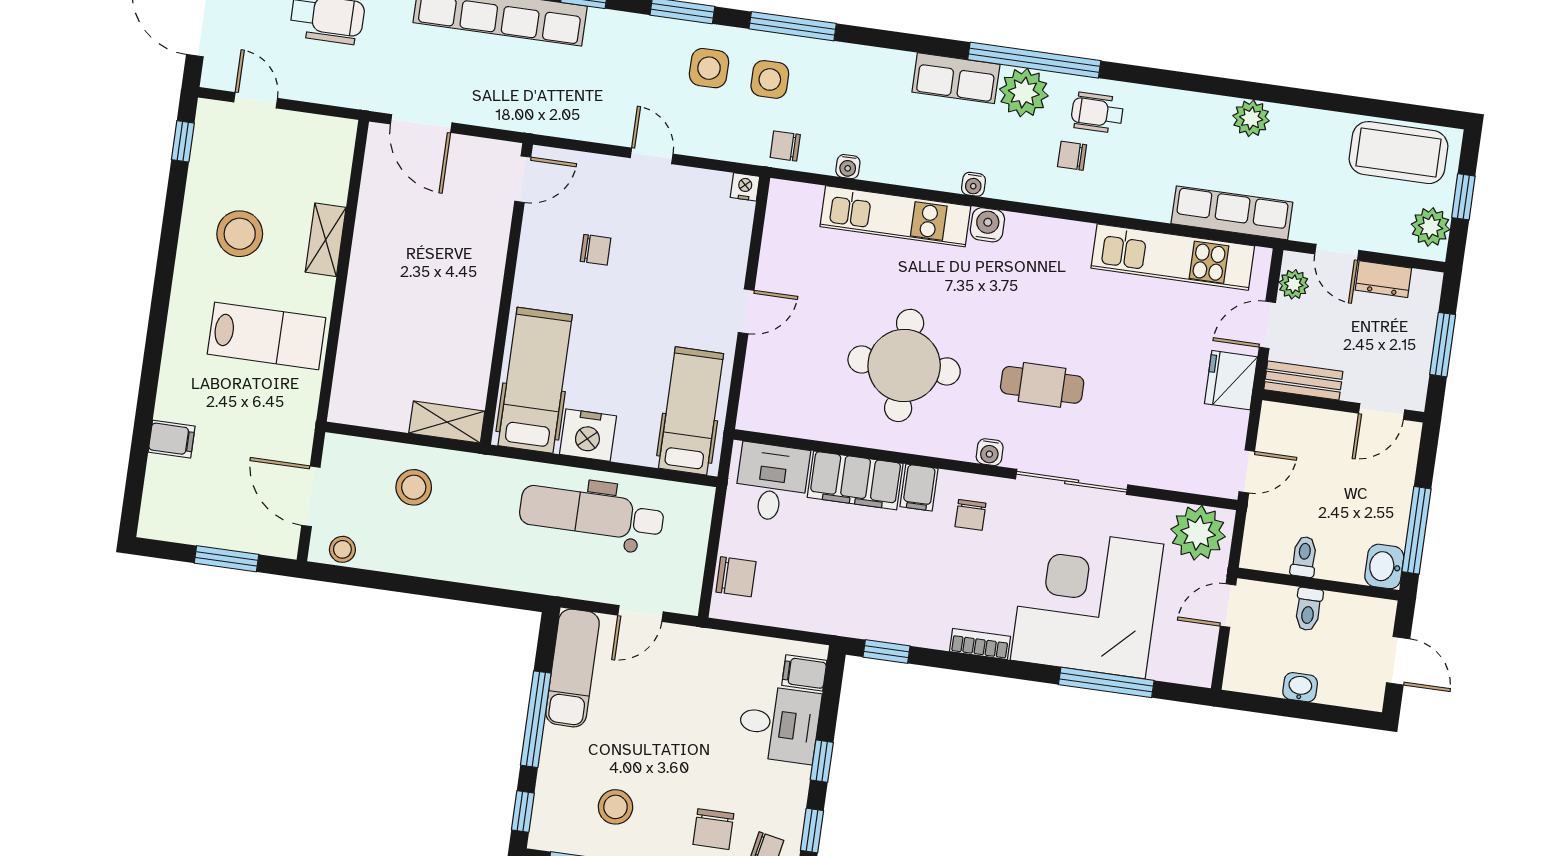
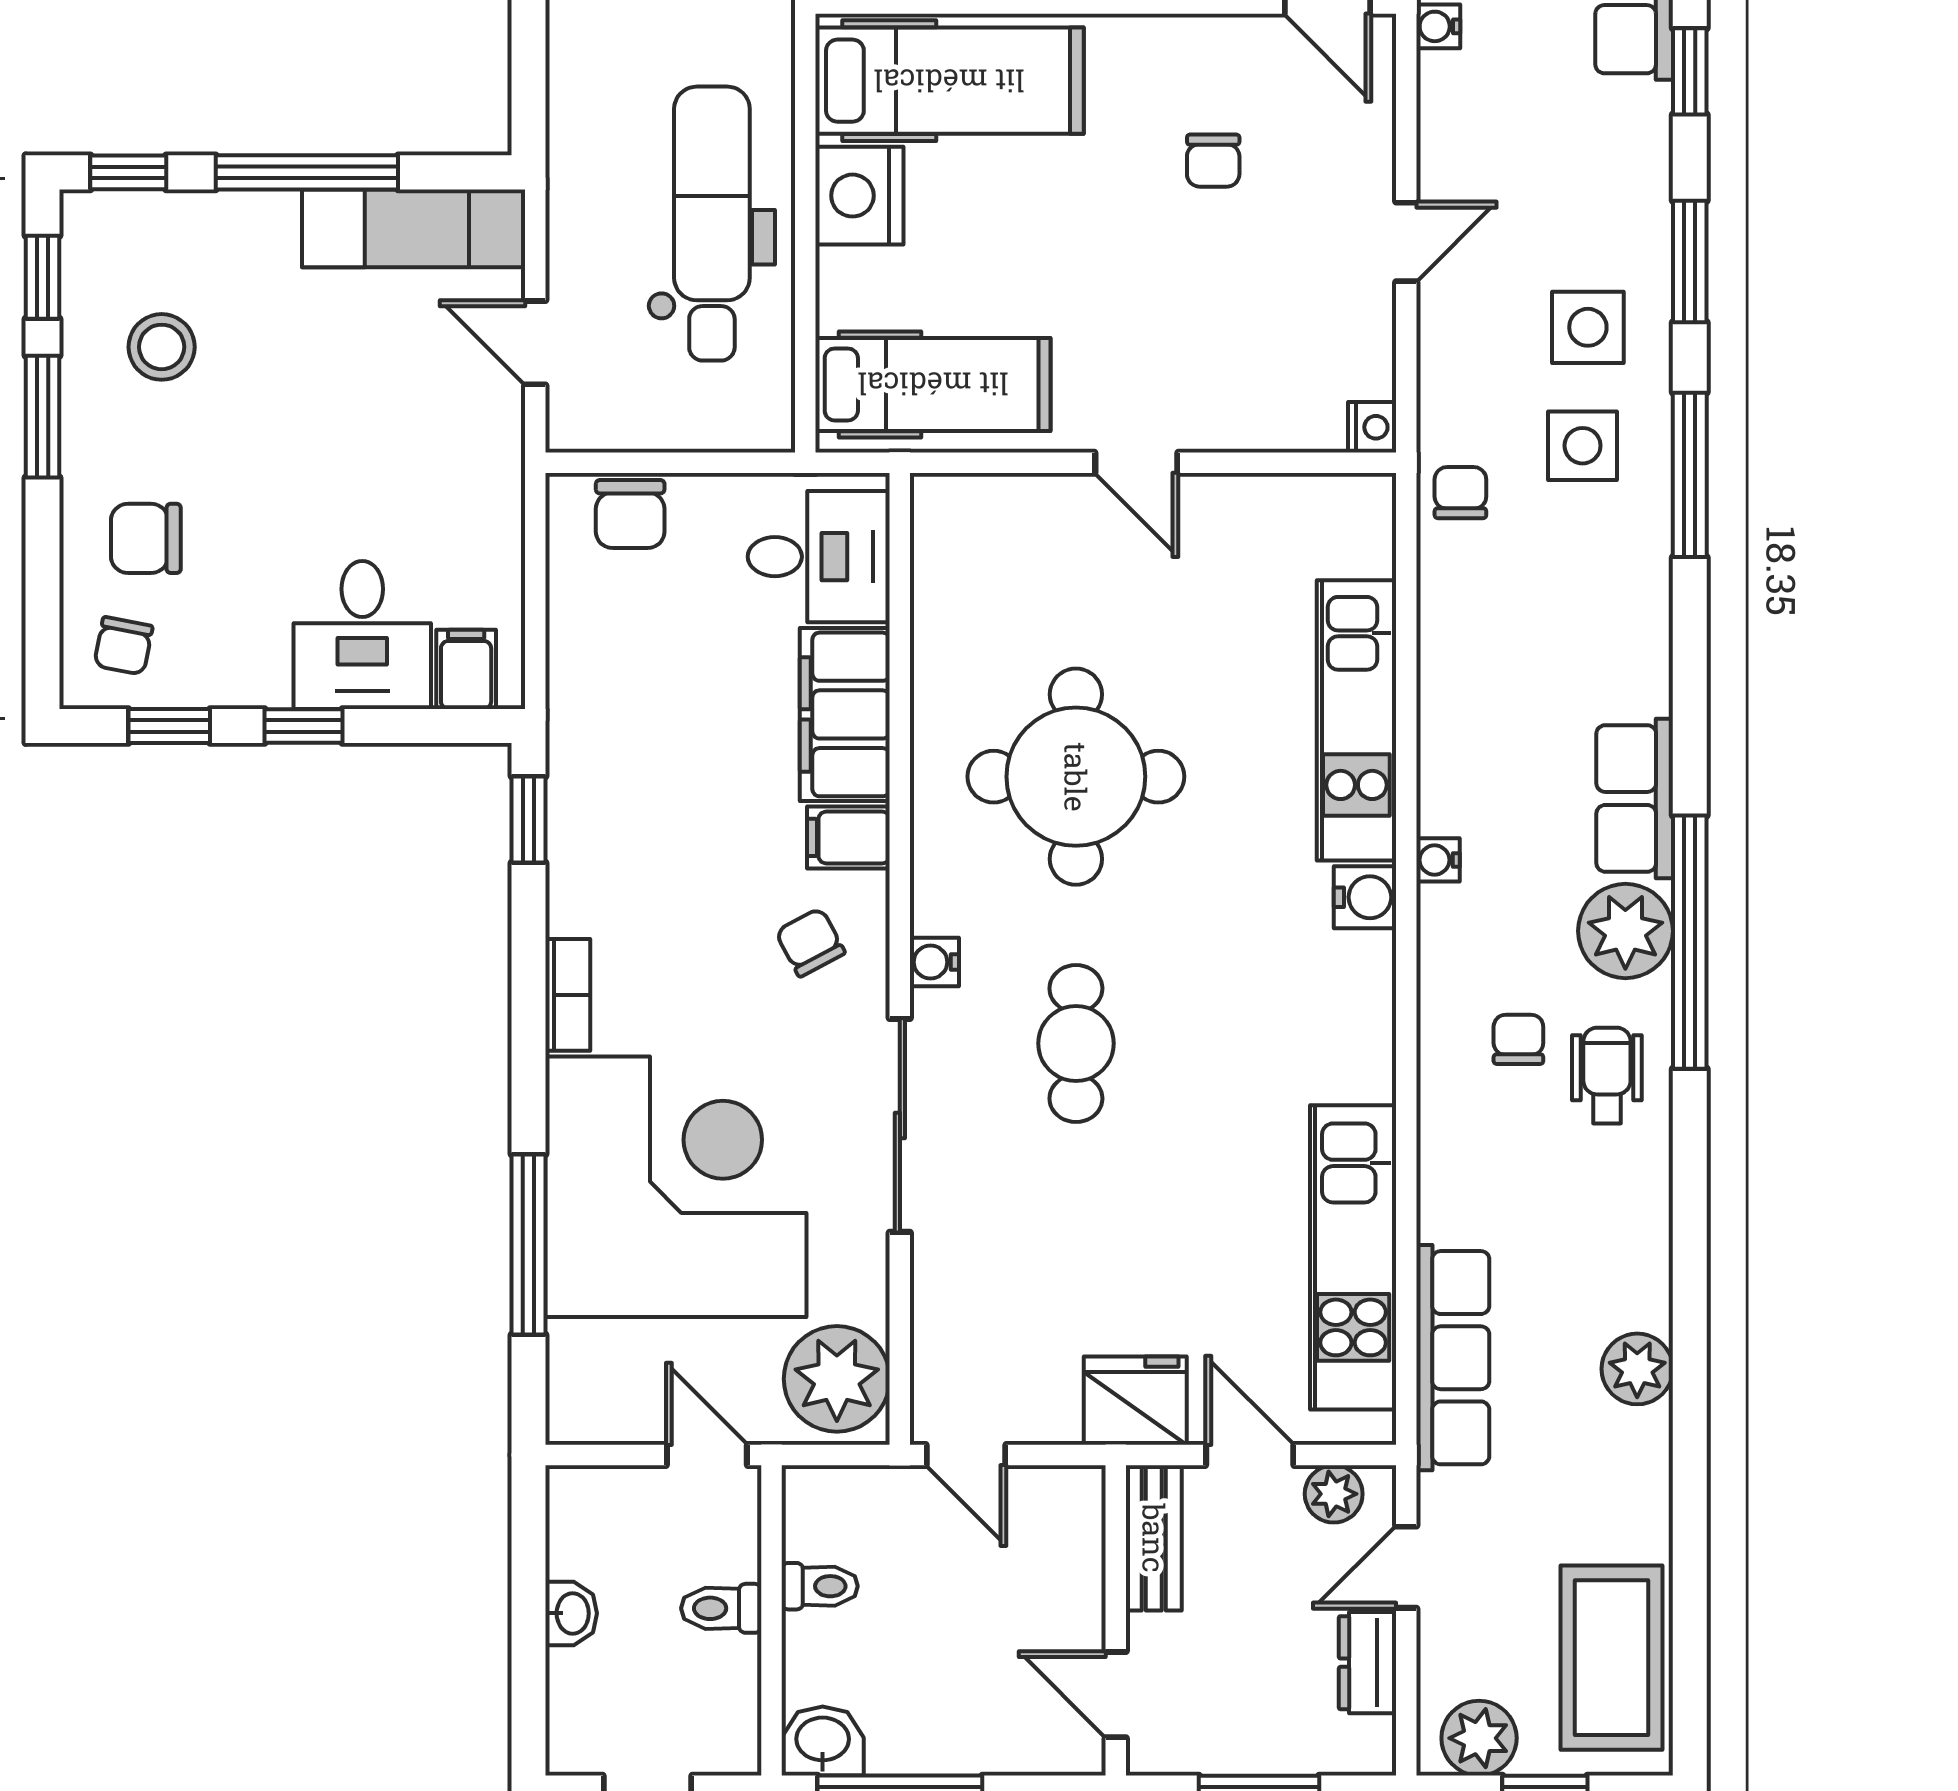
water cooler: (848, 167) -> (1438, 26), moved
chair: (970, 515) -> (810, 942), turned 62

